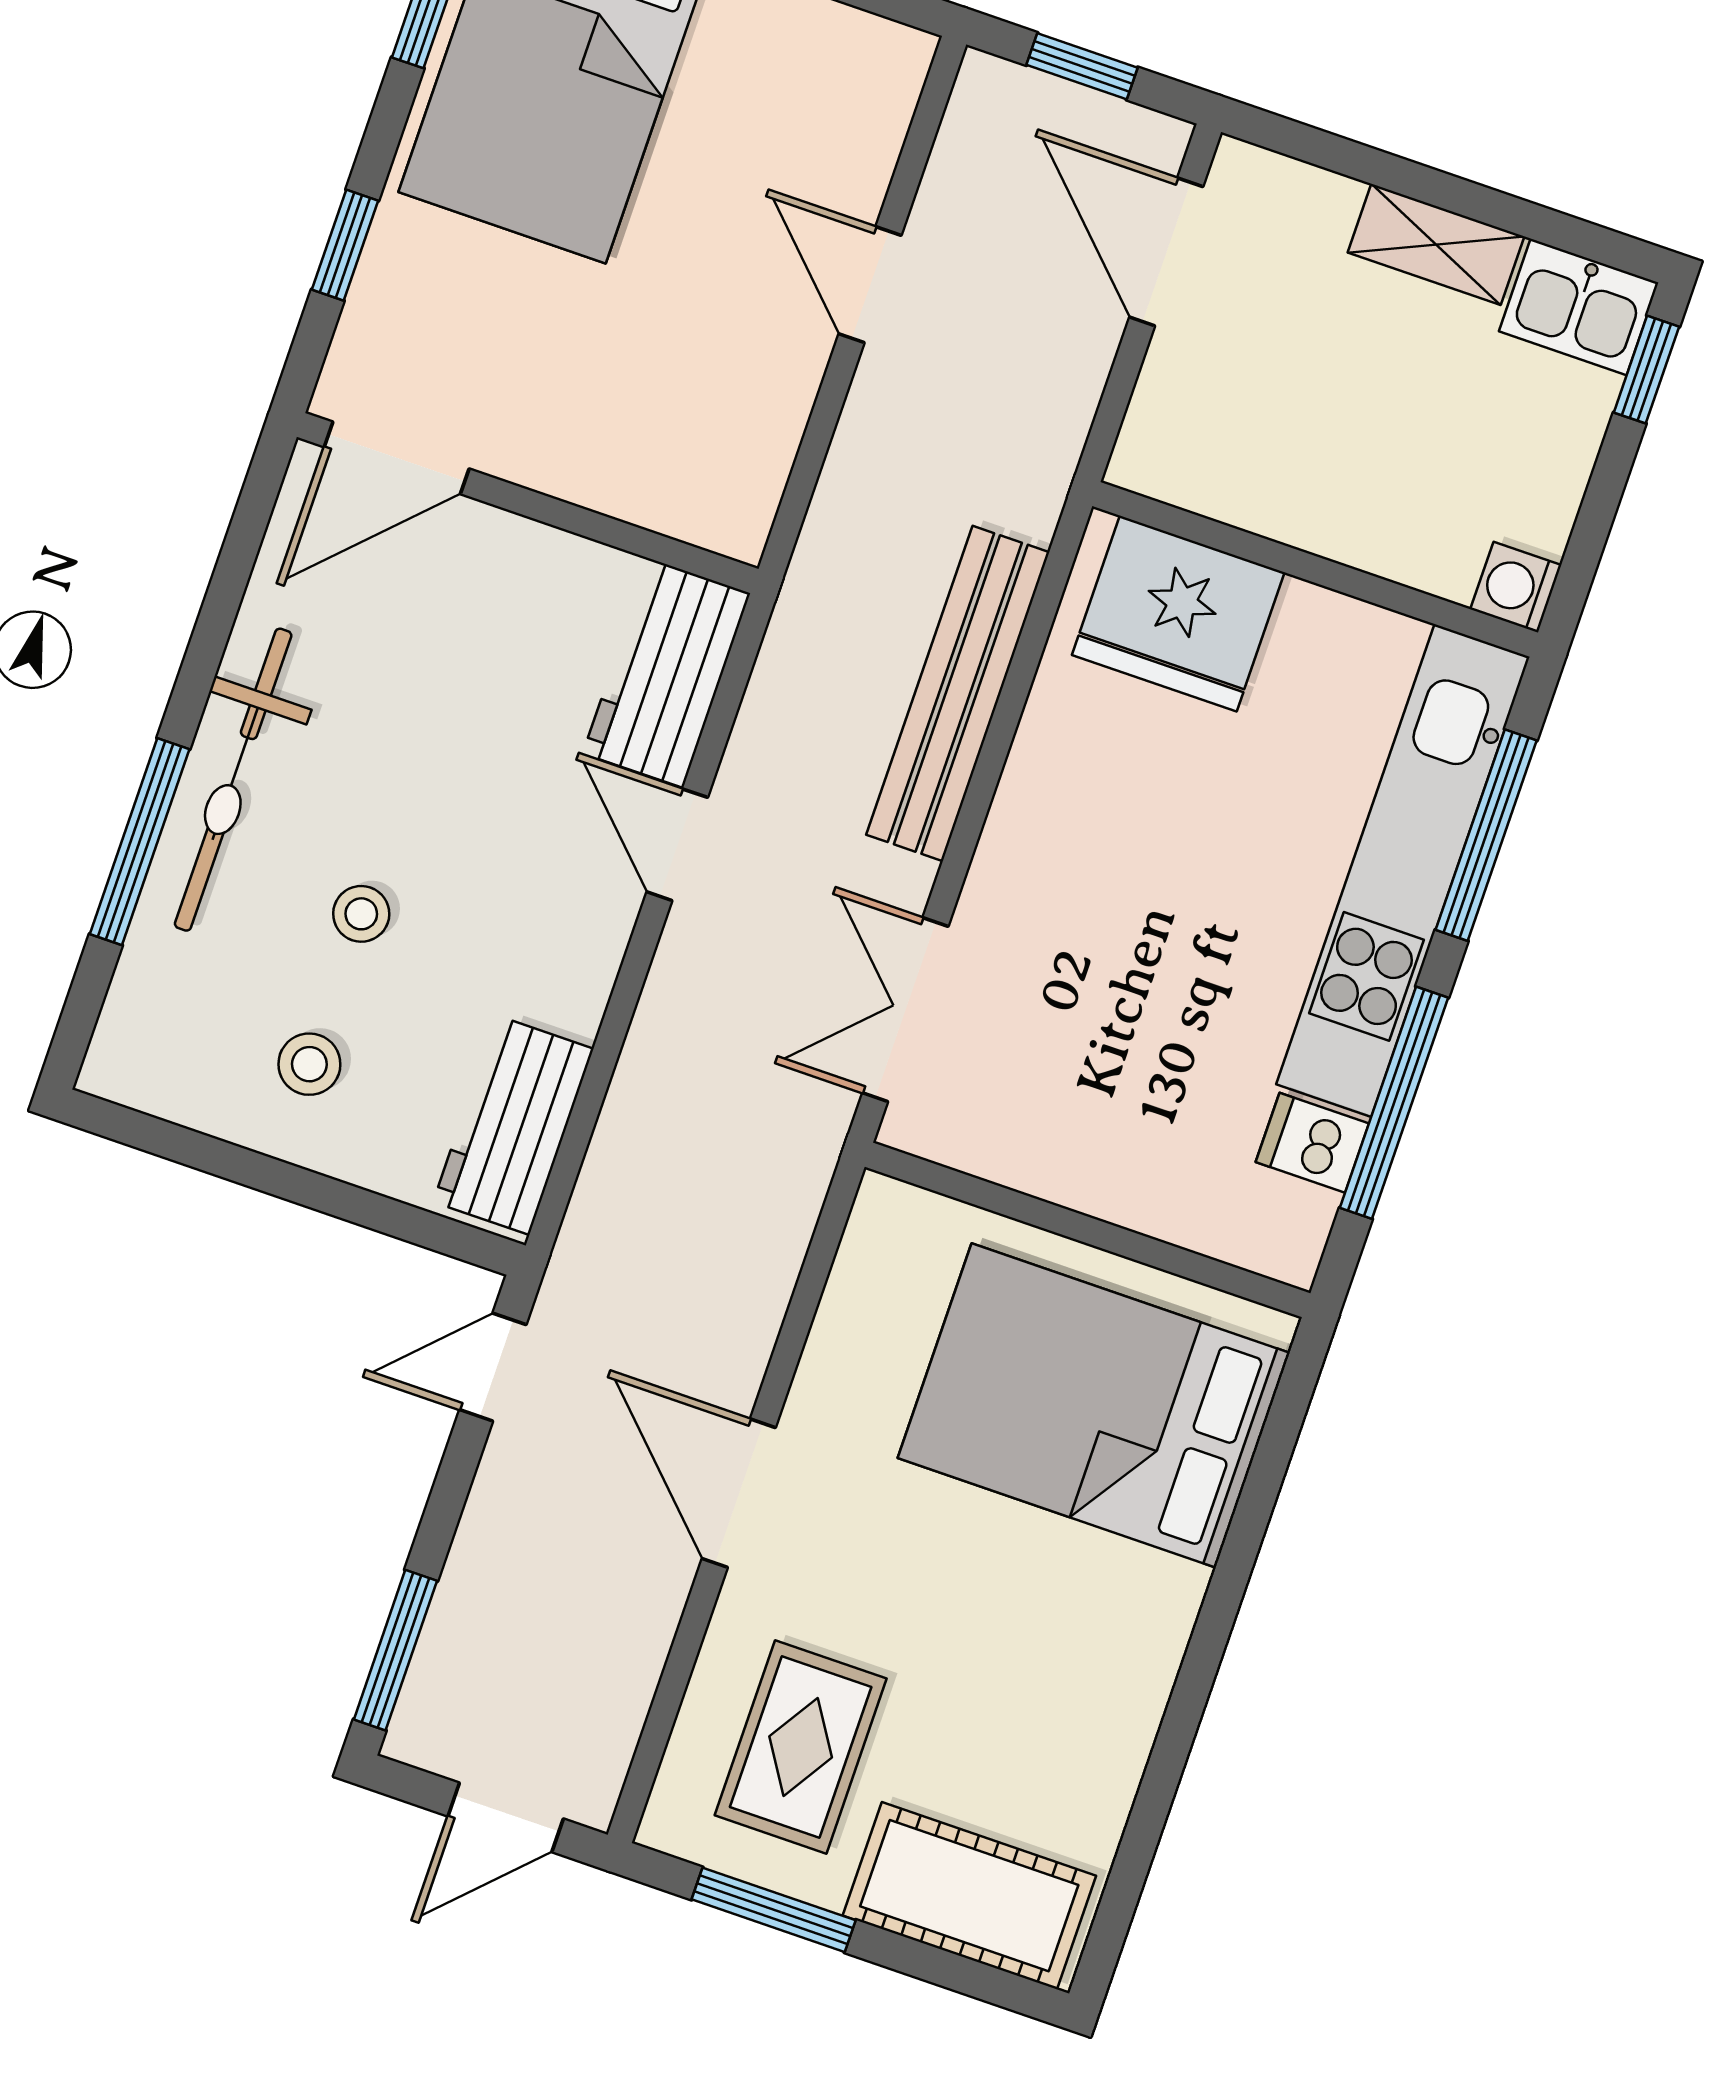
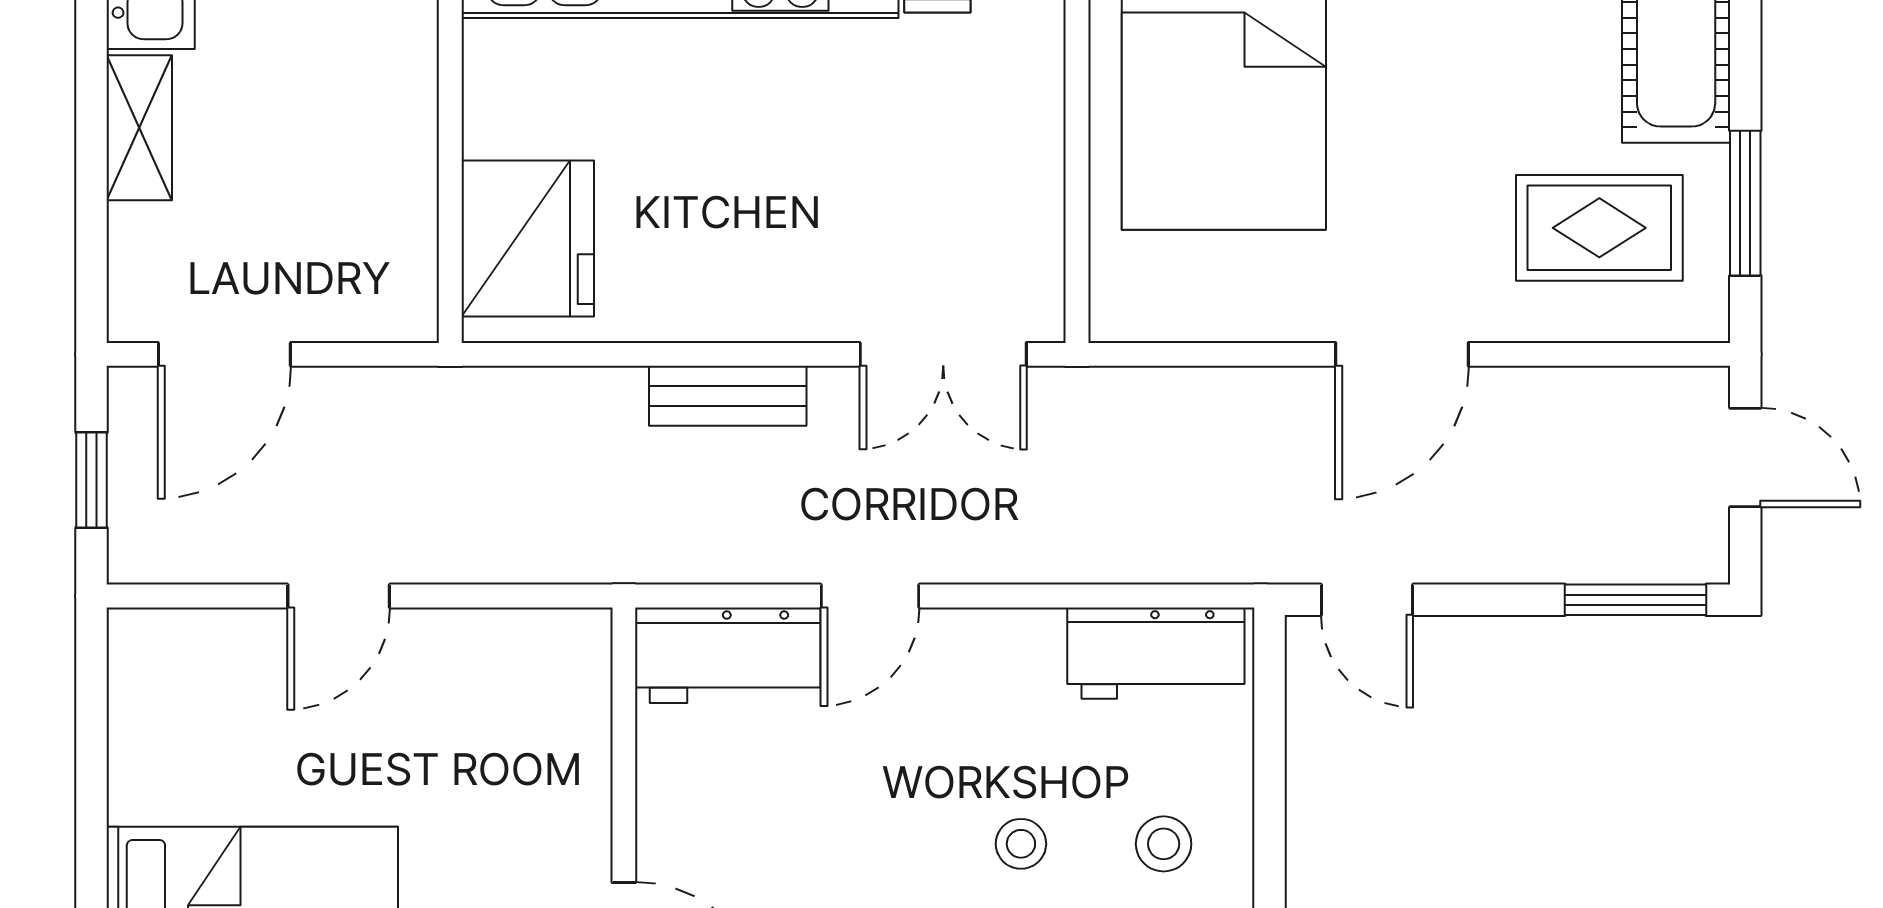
bench: (958, 693) -> (728, 396), width x0.54, depth x0.82

